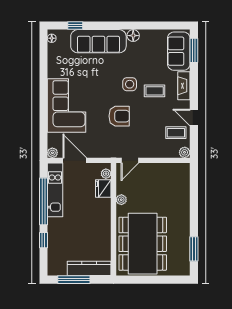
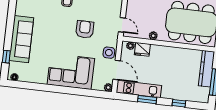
floor lamp: (133, 36) -> (20, 10), removed
side table: (130, 84) -> (109, 53), moved
door: (75, 160) -> (117, 70), swing flipped
window: (44, 201) -> (147, 100), width x0.47

